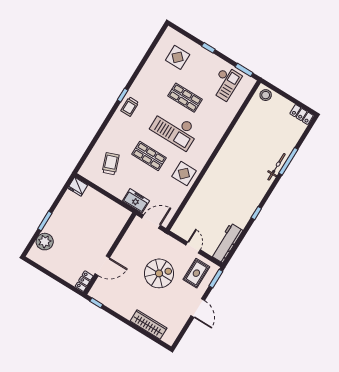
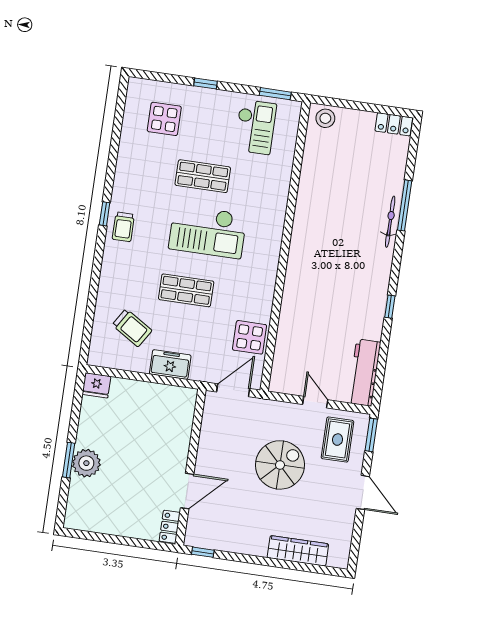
trolley: (111, 164) -> (132, 328), turned 142
display table: (184, 174) -> (250, 337), moved
freezer: (136, 201) -> (170, 365), moved
plant: (45, 242) -> (86, 463), moved

